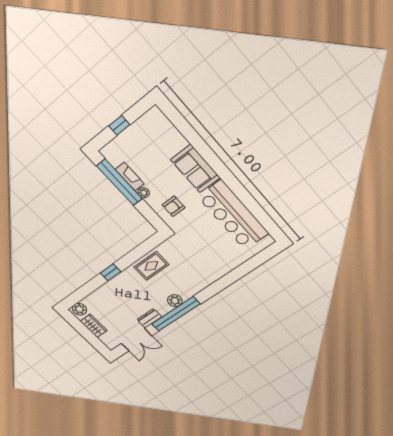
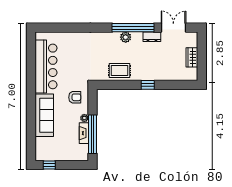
window: (119, 125) -> (49, 165), moved
sofa: (195, 169) -> (44, 115), width x1.36
plant: (79, 309) -> (190, 75), removed

